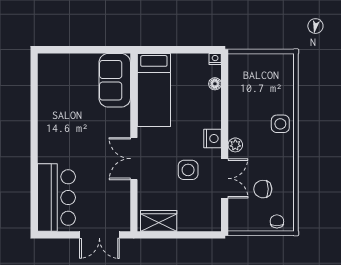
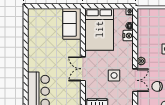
bed: (154, 90) -> (99, 29), width x1.50
nightstand: (213, 139) -> (128, 36), moved

